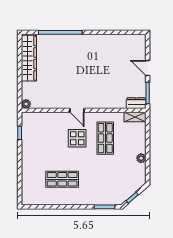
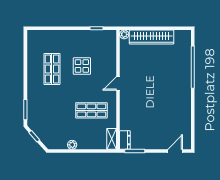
wardrobe: (29, 58) -> (152, 37), moved
door: (148, 68) -> (175, 151), moved
display table: (77, 138) -> (82, 66), moved

